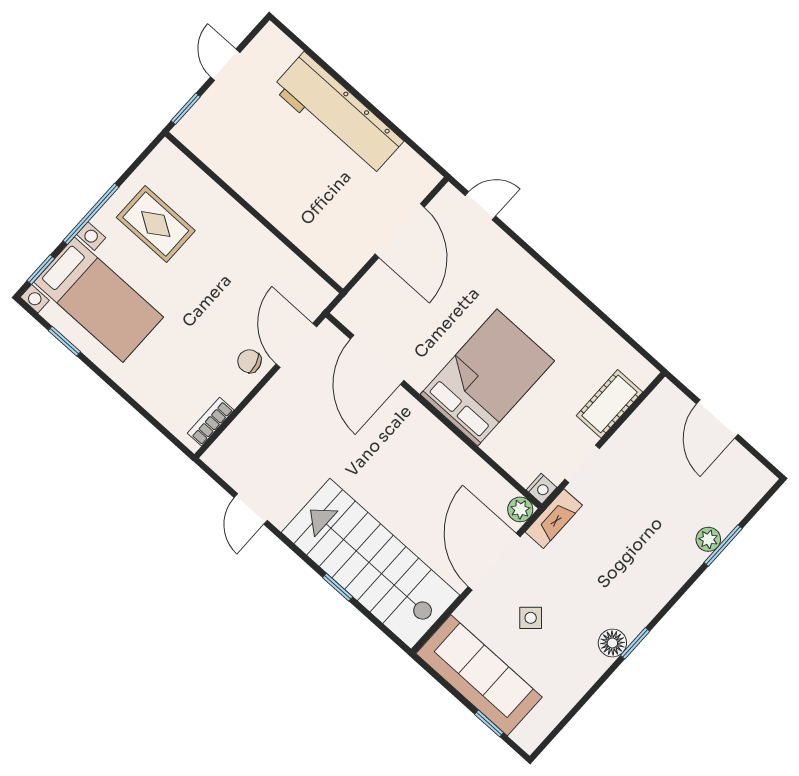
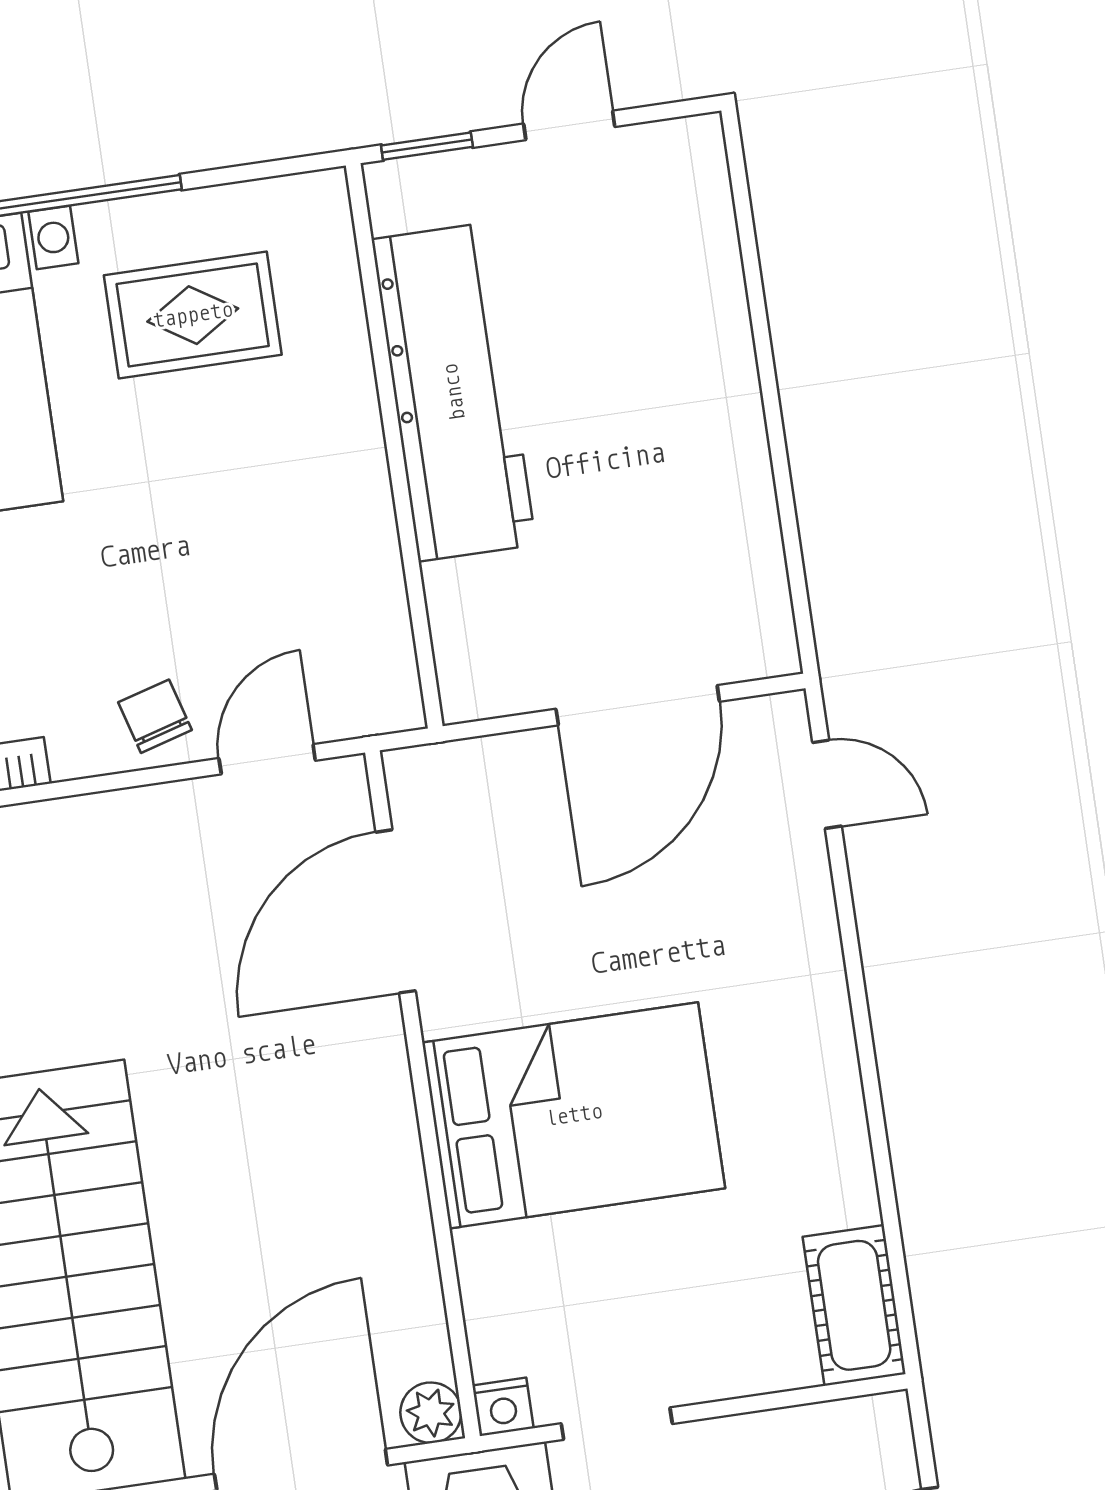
workbench: (338, 114) -> (454, 392), moved, turned 180
rug: (156, 224) -> (193, 315), turned 90
door: (296, 345) -> (267, 759), width x0.73
cot: (609, 404) -> (854, 1305), moved, turned 90

